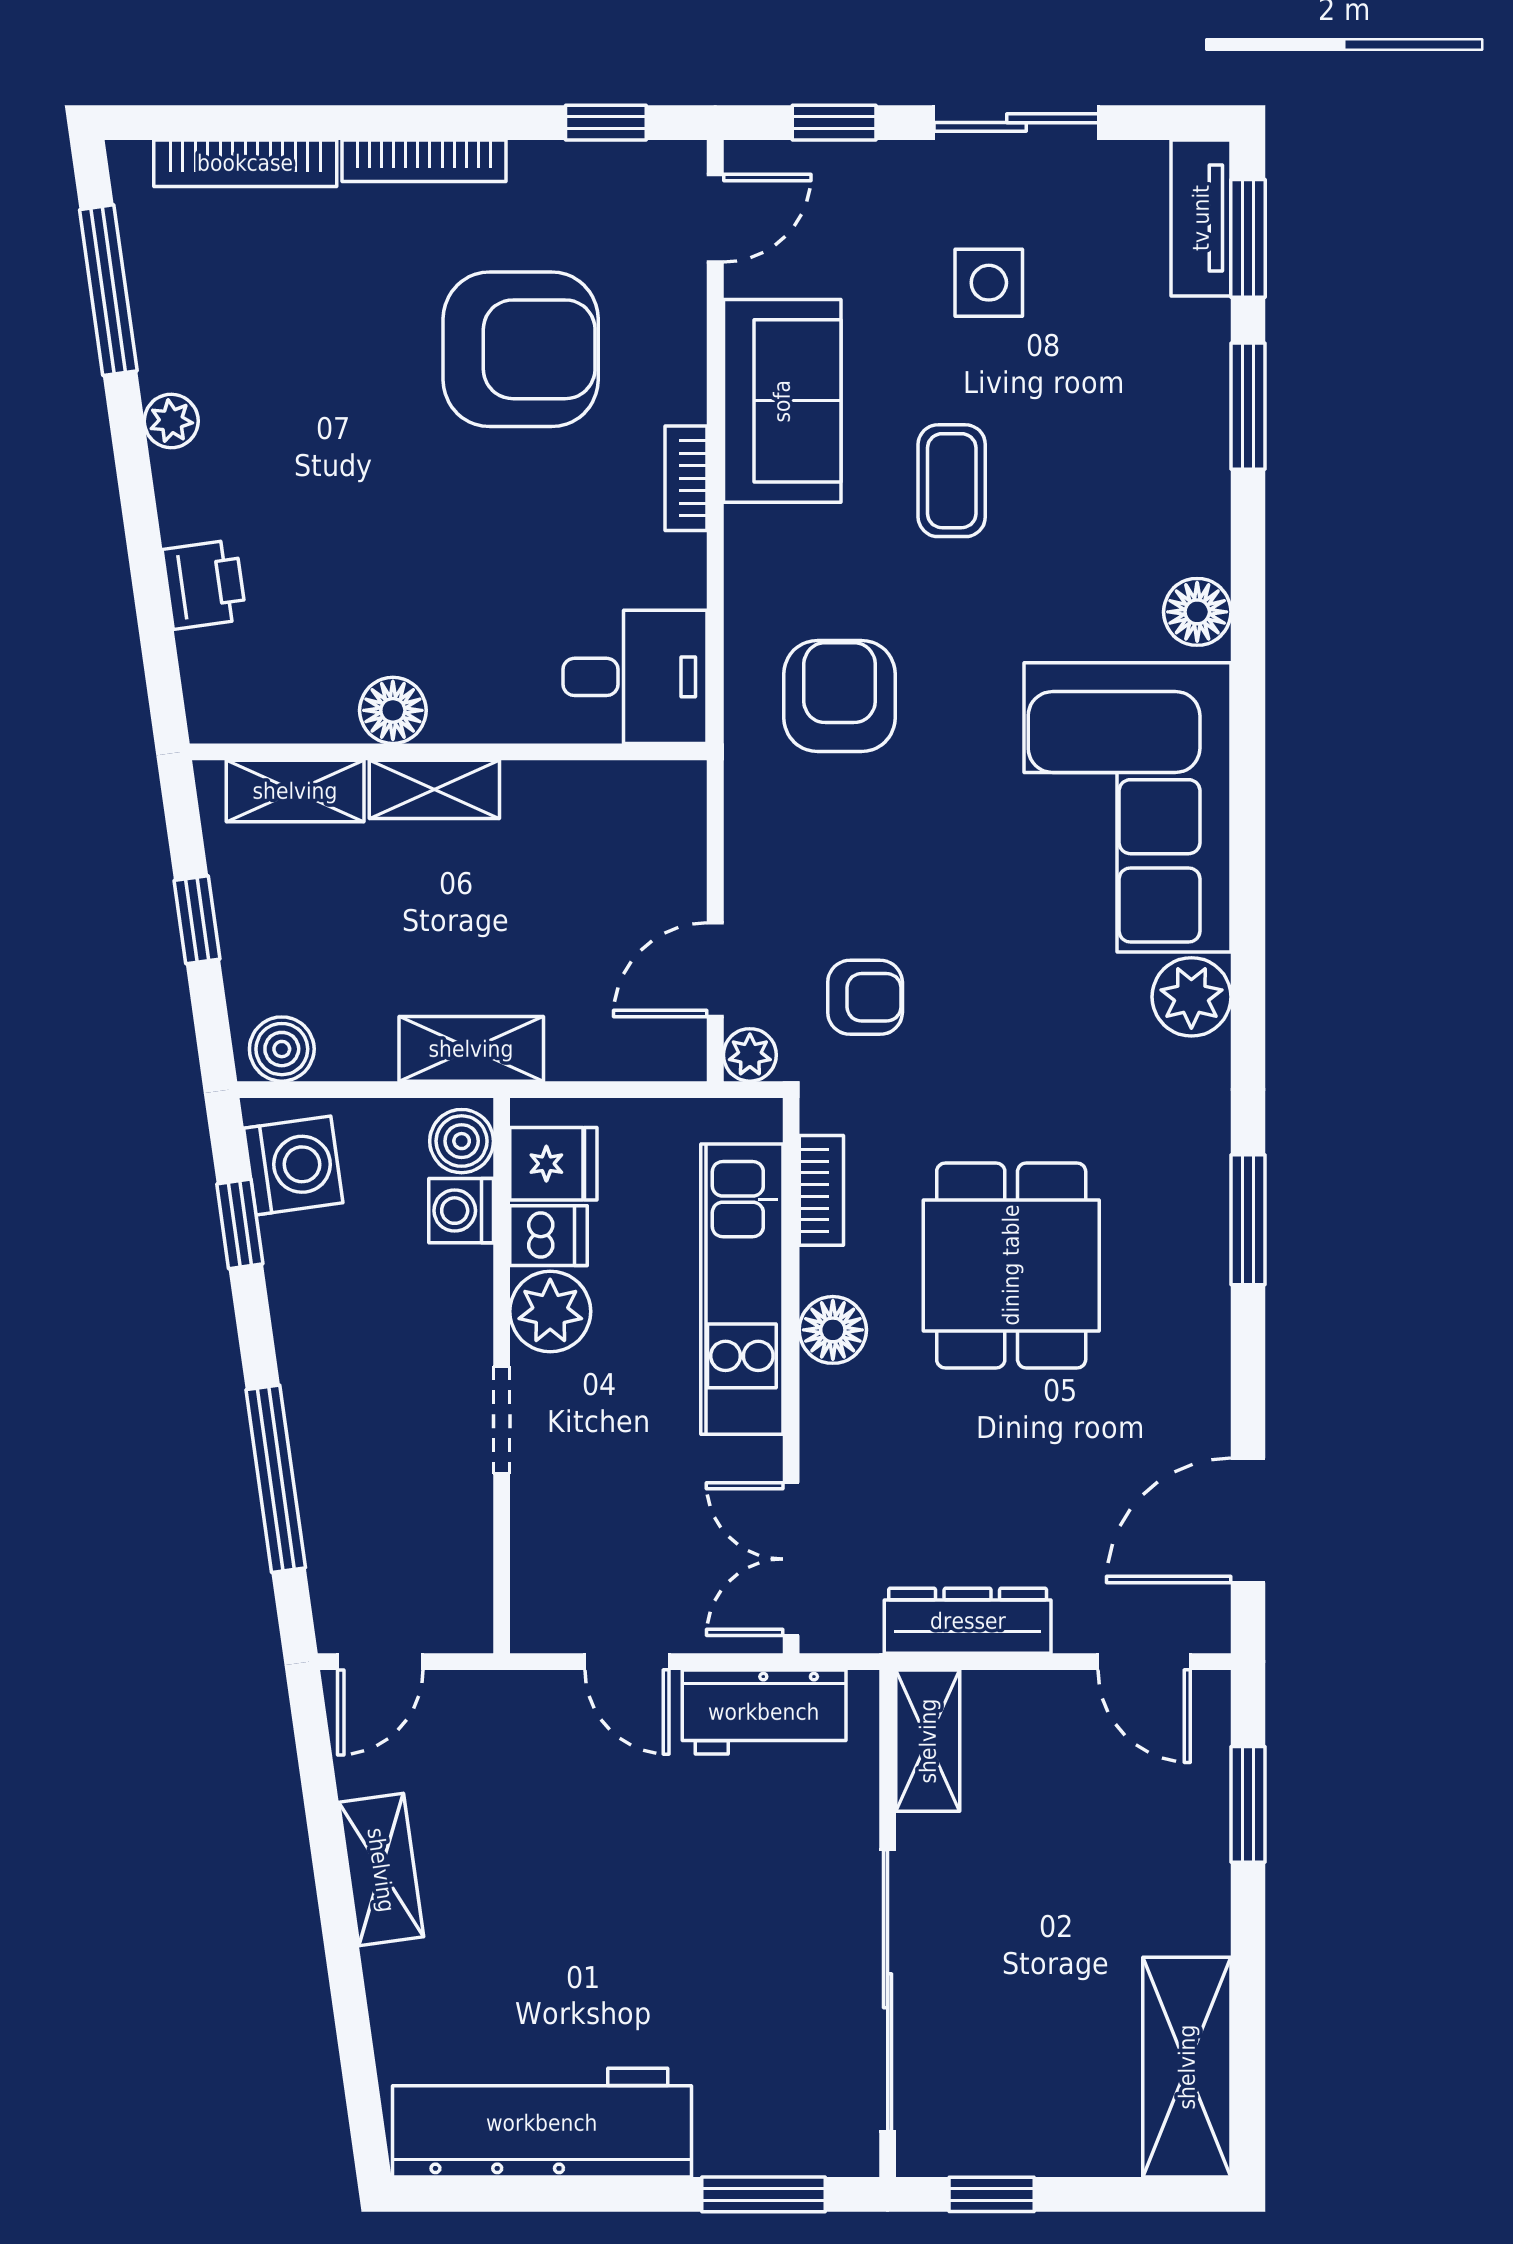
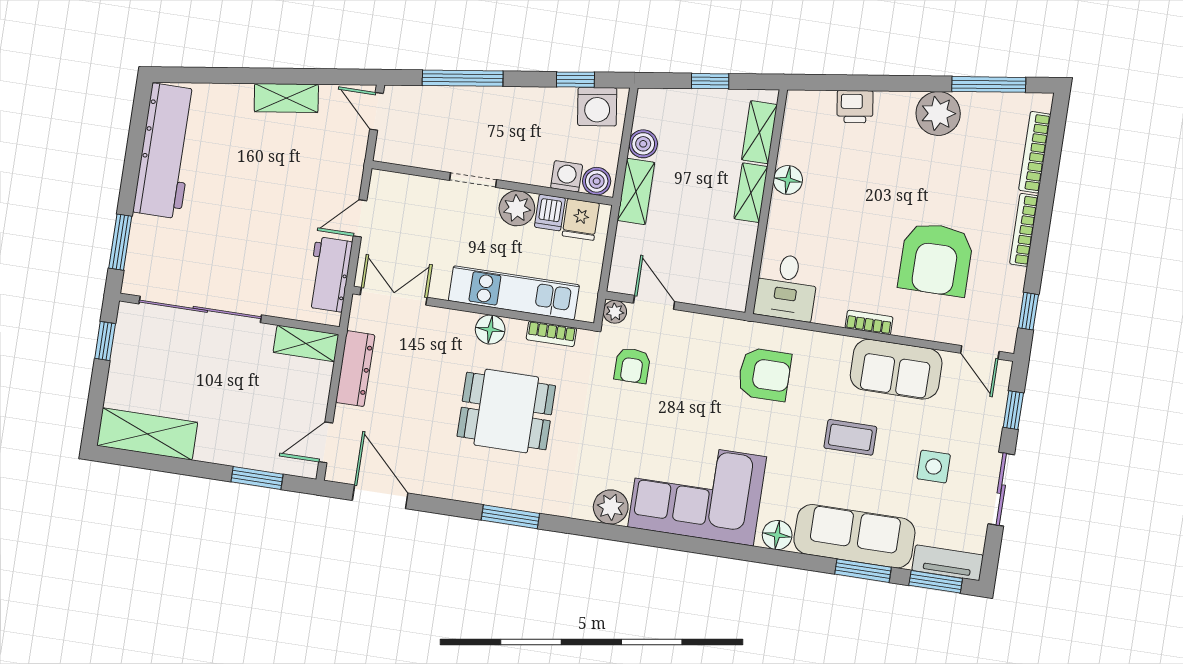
plant: (171, 421) -> (938, 113), width x1.88, depth x1.88
sofa: (1173, 437) -> (854, 536), added
boiler: (282, 1049) -> (643, 144), moved

